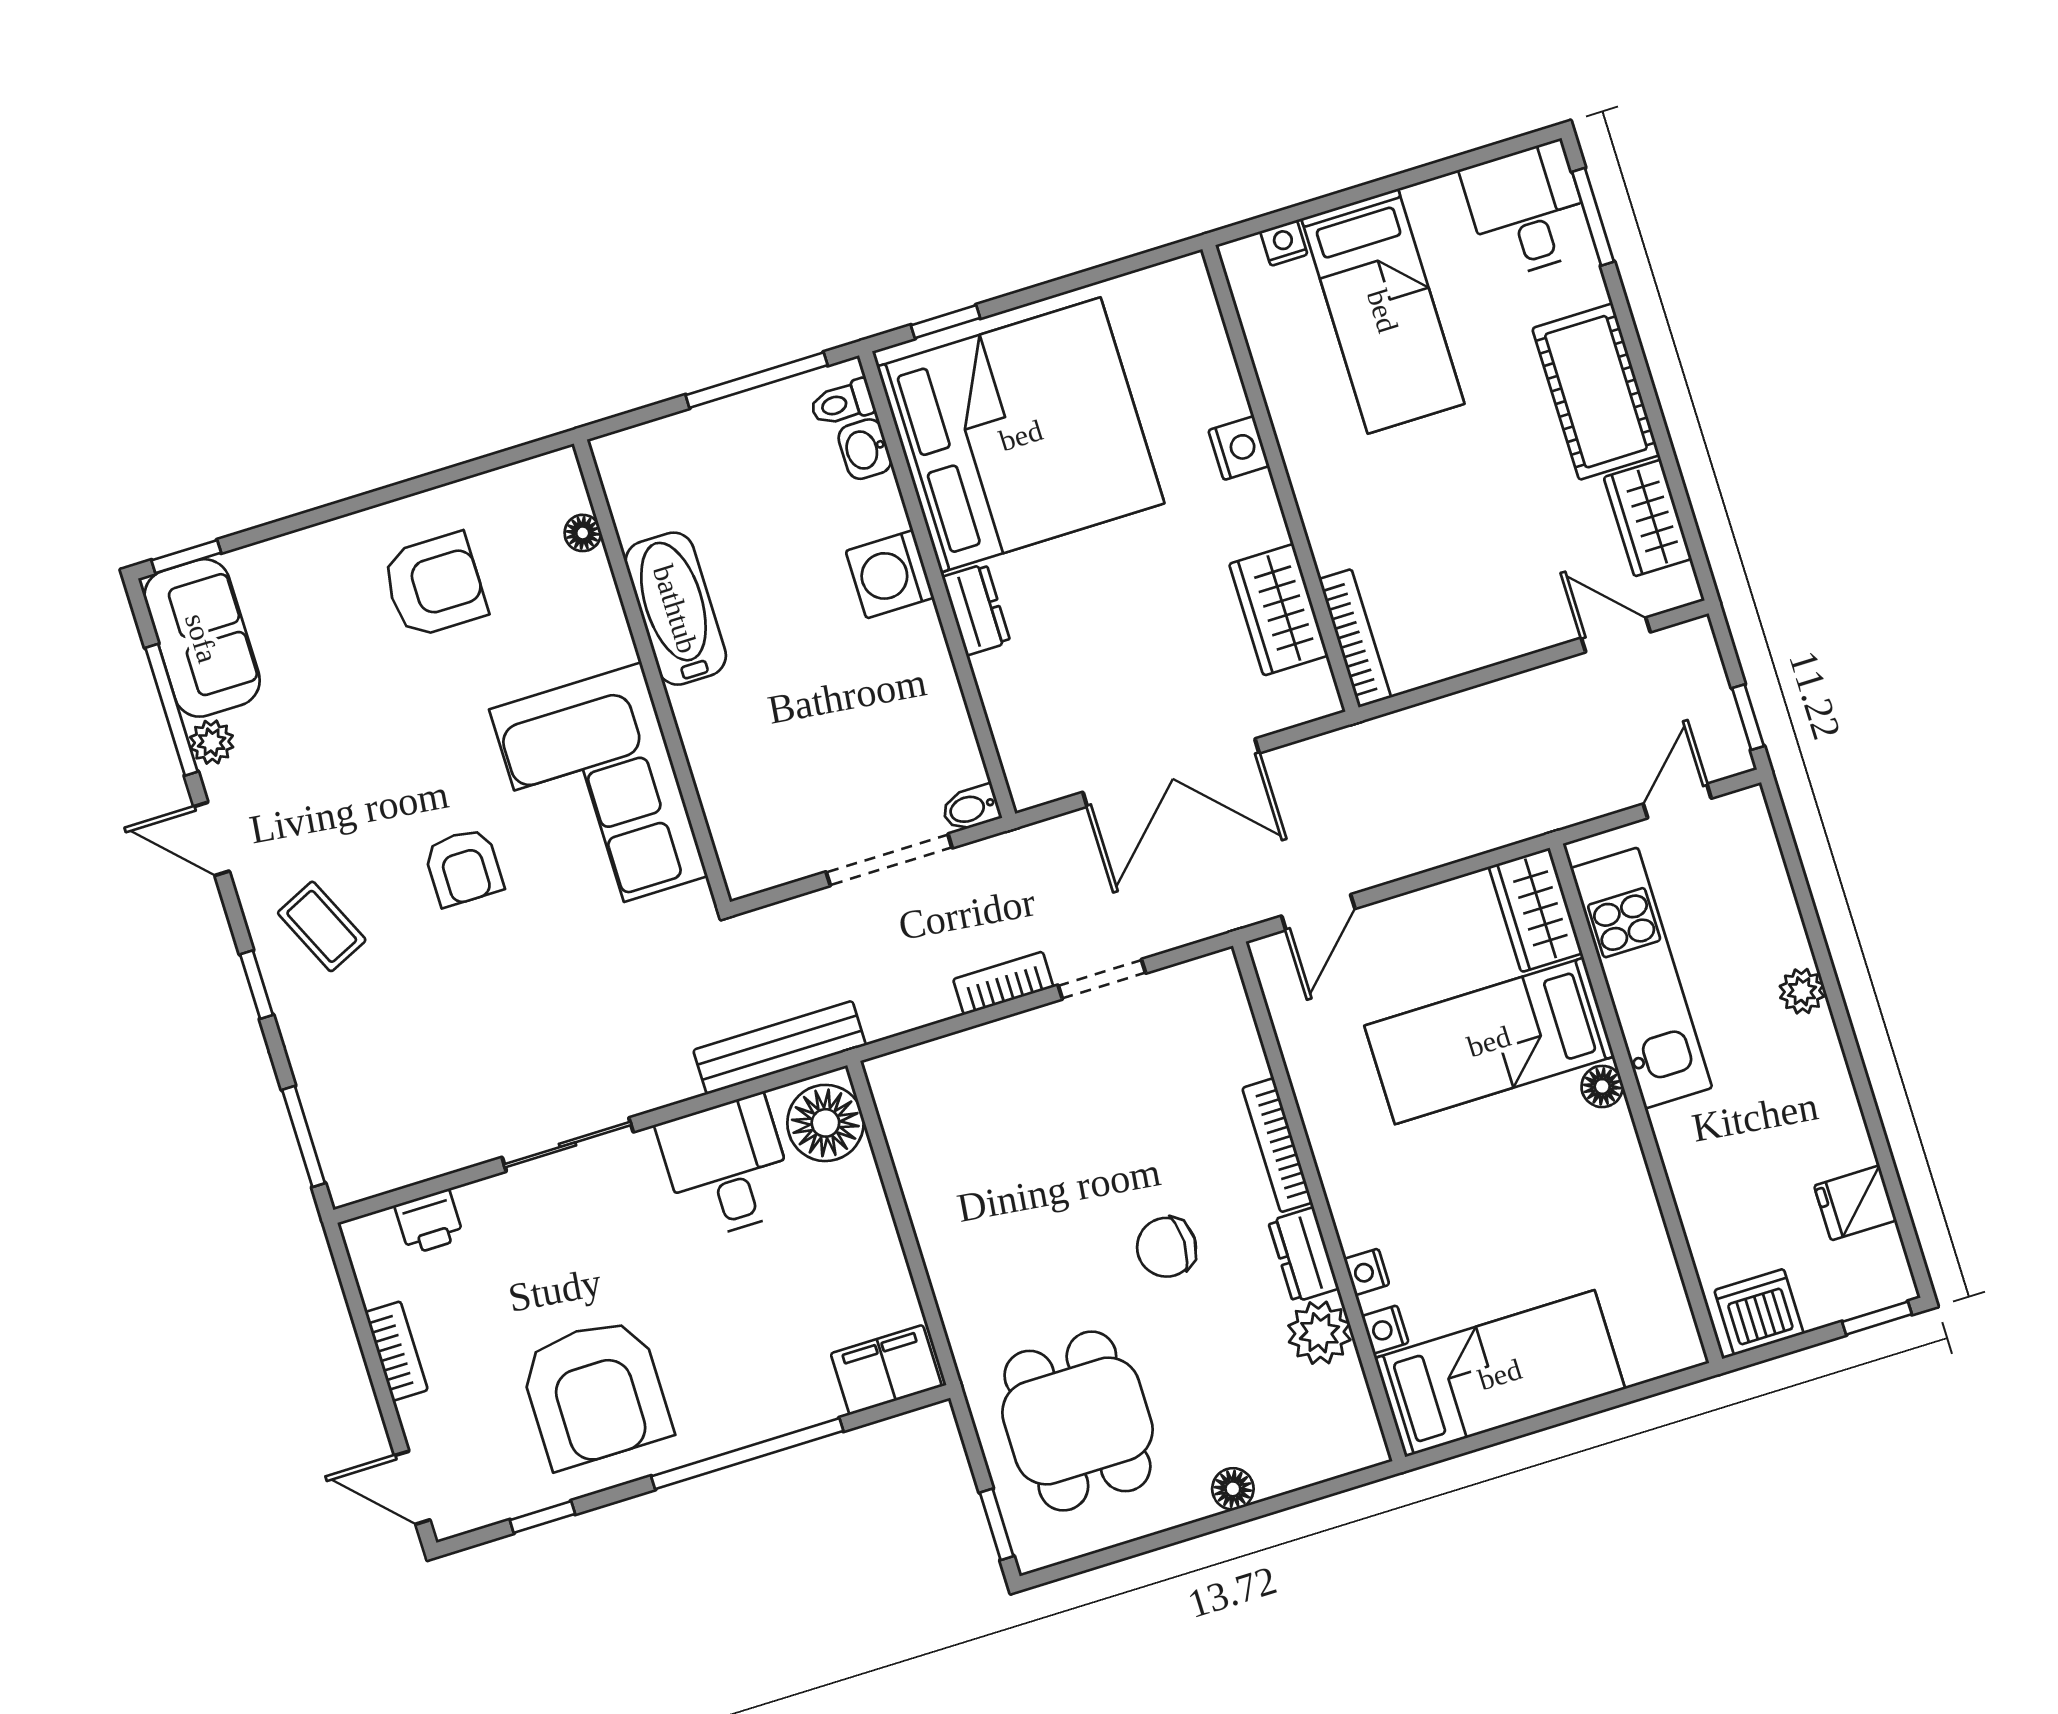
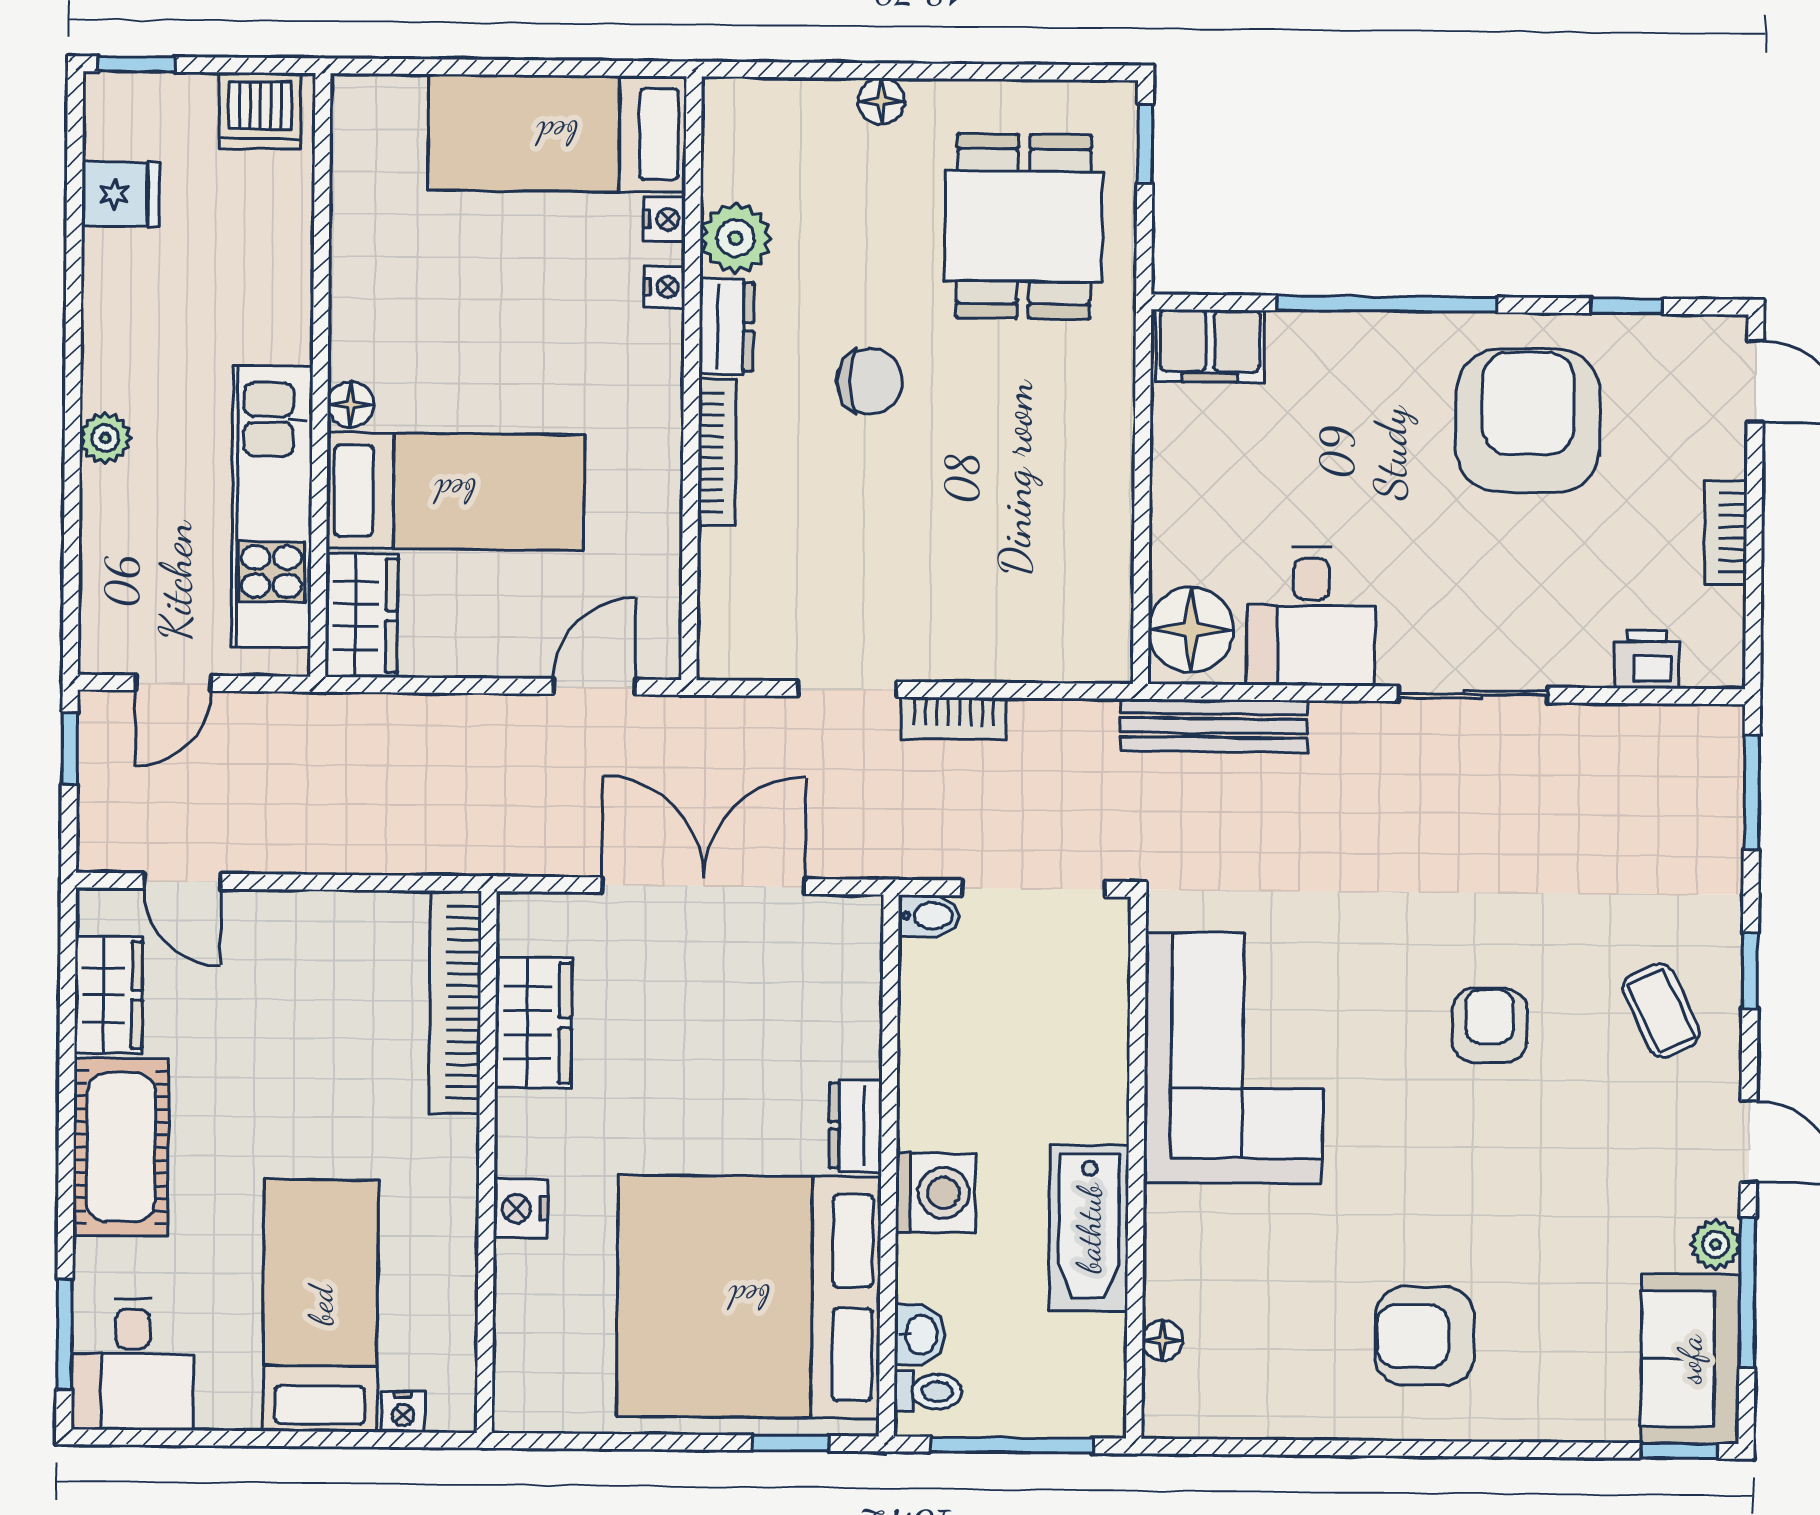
floor lamp: (583, 533) -> (1162, 1340), moved
bathtub: (676, 609) -> (1089, 1228), moved
bookcase: (1355, 638) -> (455, 1002), width x1.48, depth x1.31
wall: (652, 673) -> (1136, 1168), moved
corner sofa: (598, 793) -> (1234, 1058), moved

